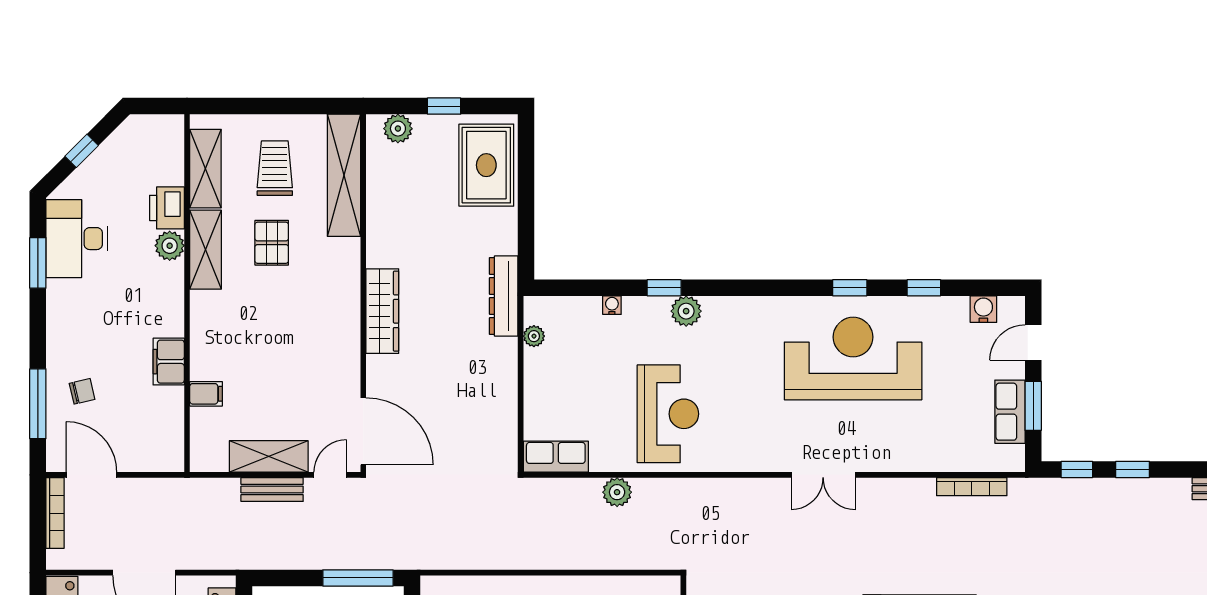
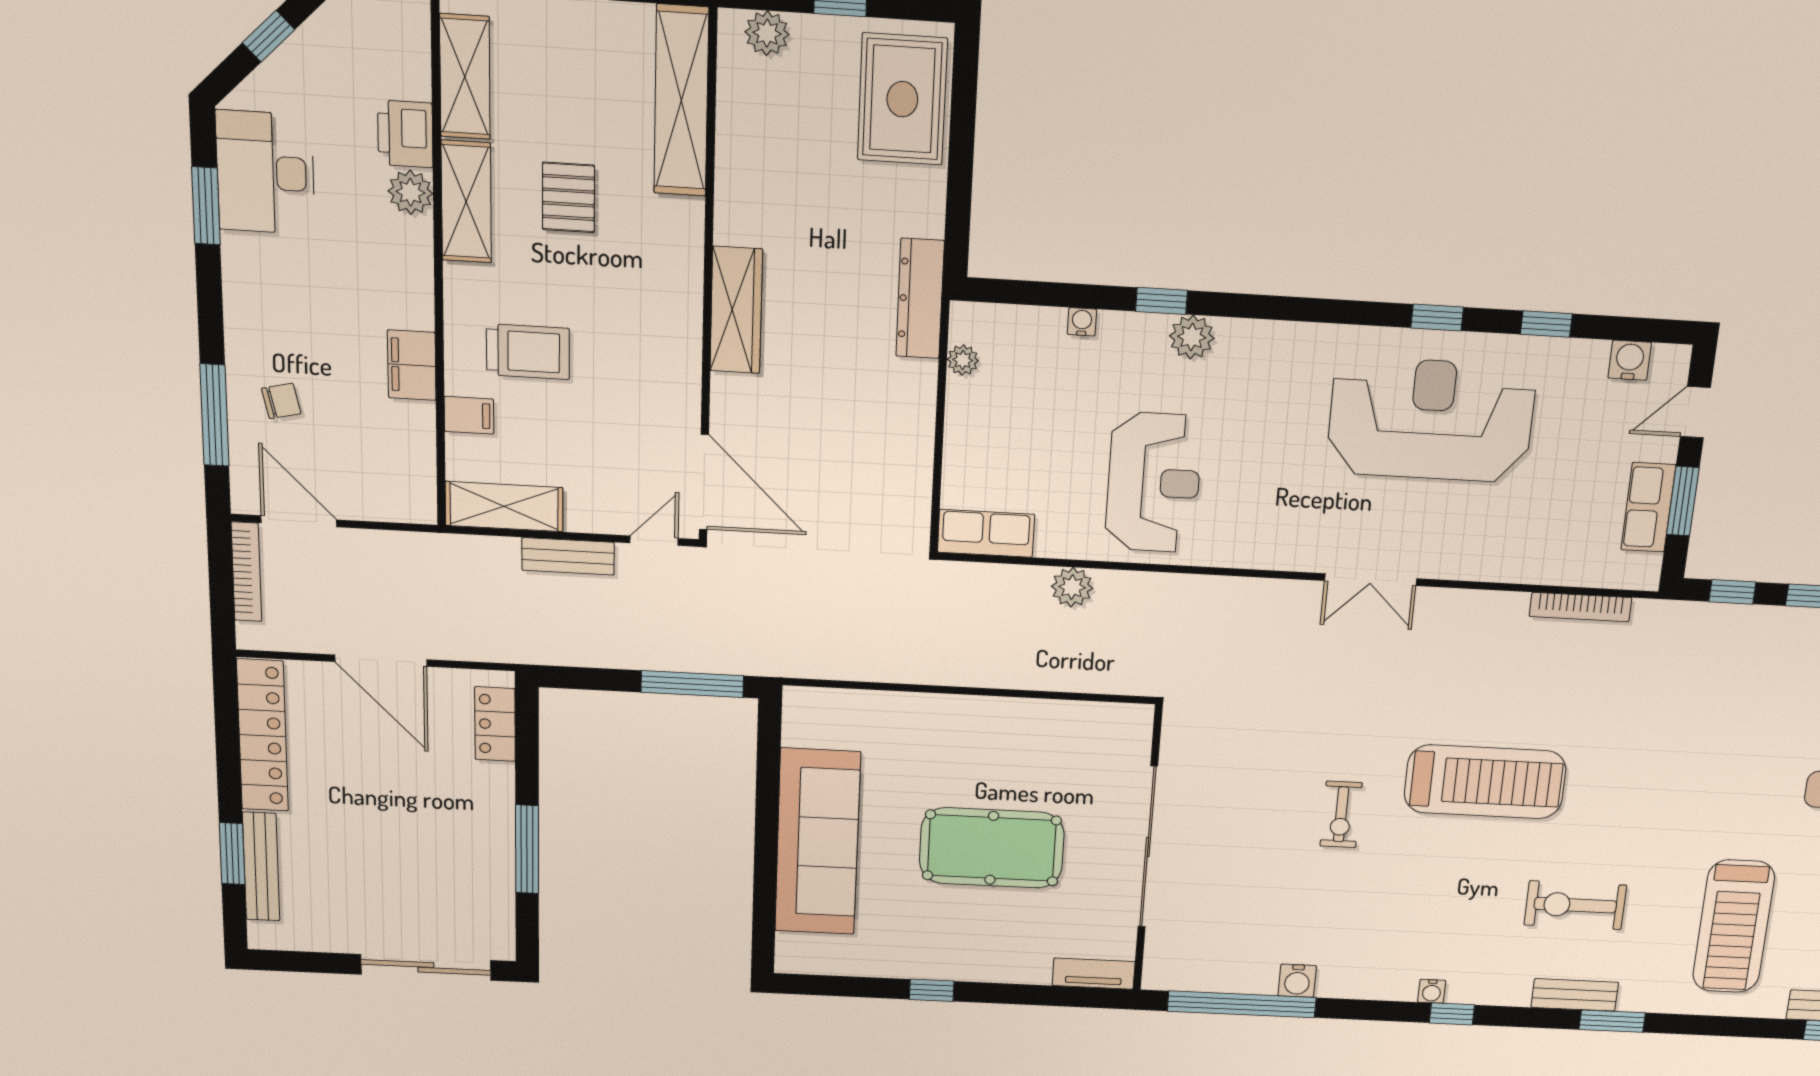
trolley: (275, 168) -> (528, 352), moved, turned 90
shelving: (269, 456) -> (504, 507), moved

